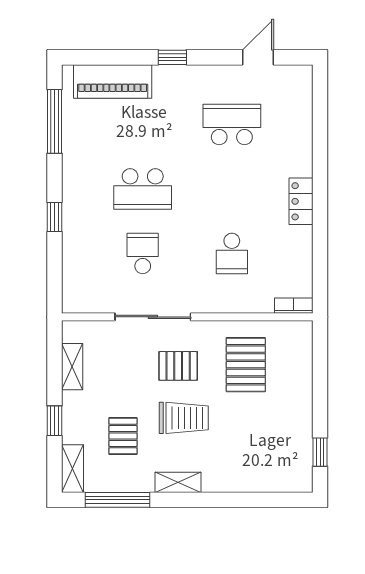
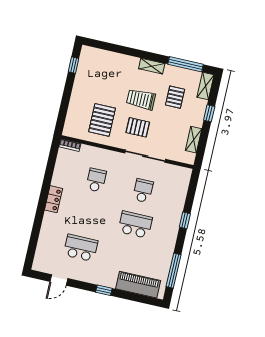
school desk: (232, 124) -> (81, 248), turned 180
school desk: (143, 253) -> (143, 191), turned 180

